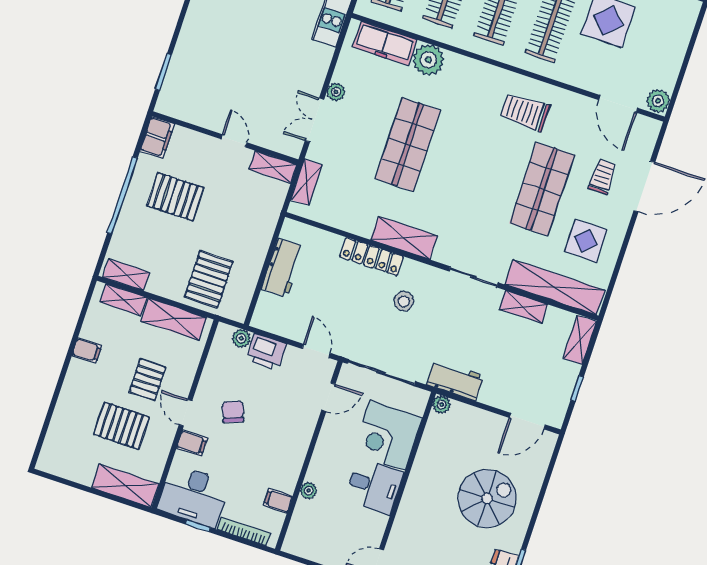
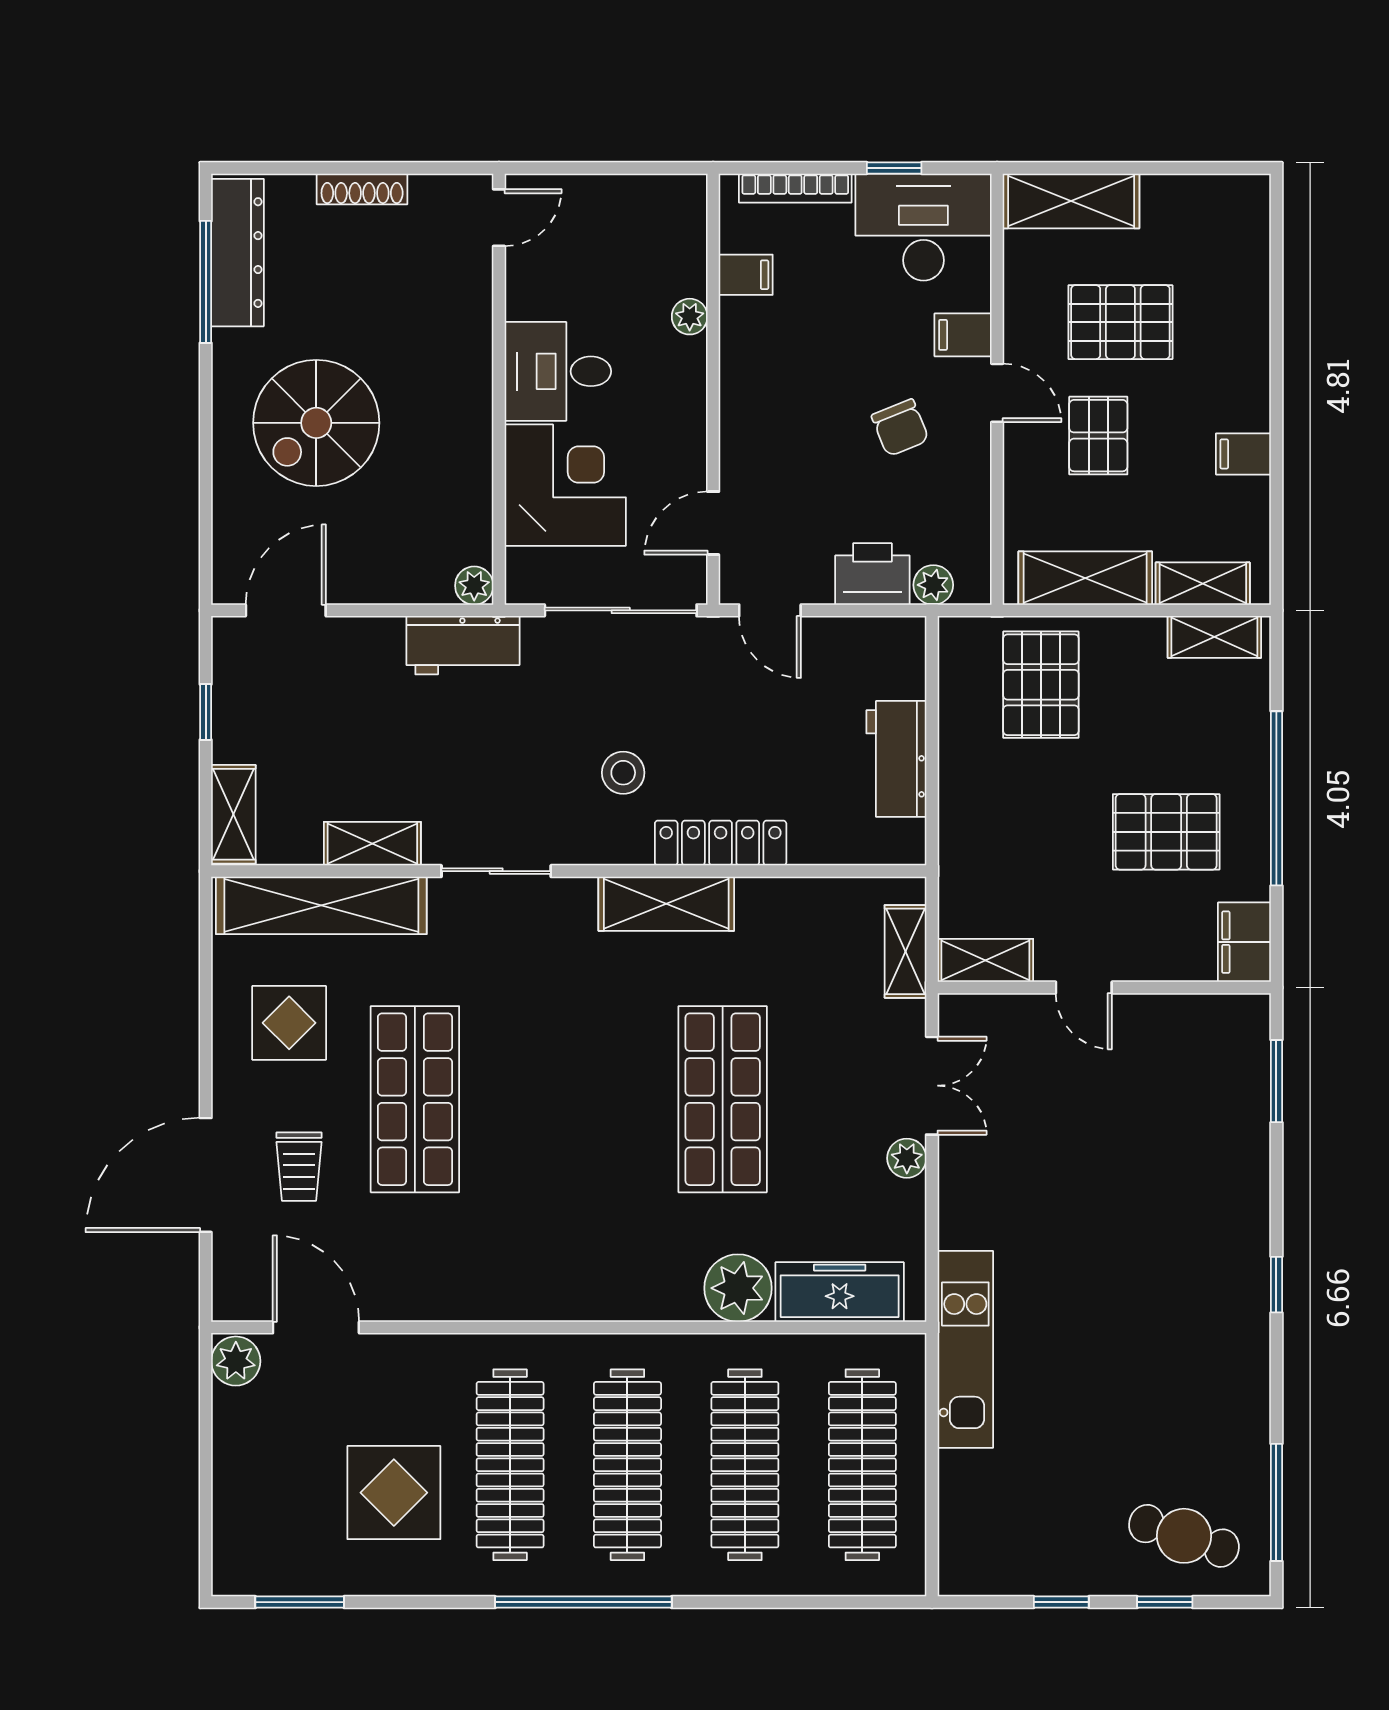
trolley: (525, 112) -> (503, 1247), removed

